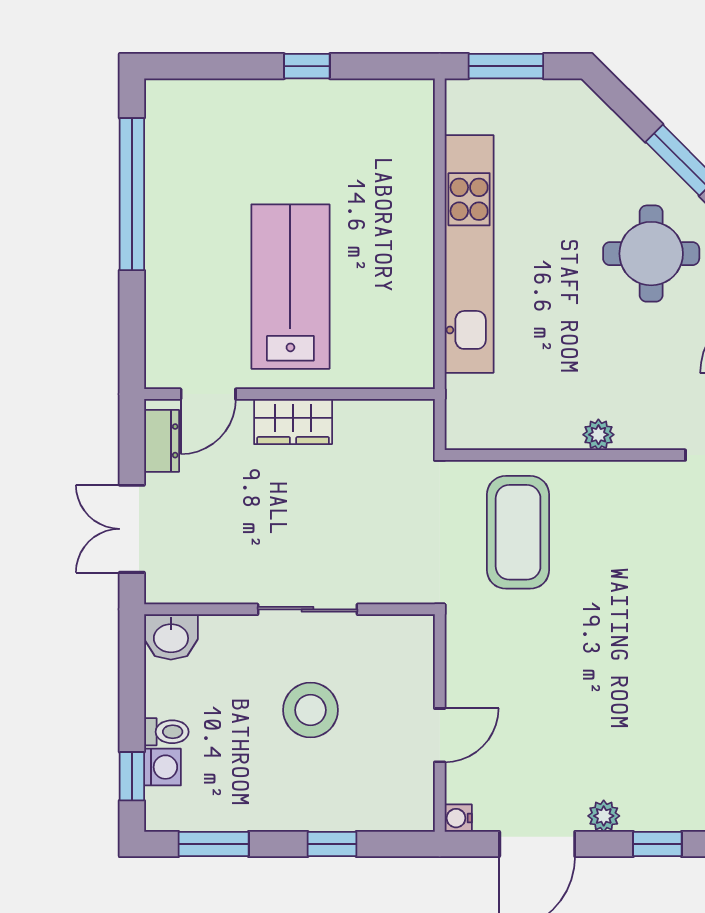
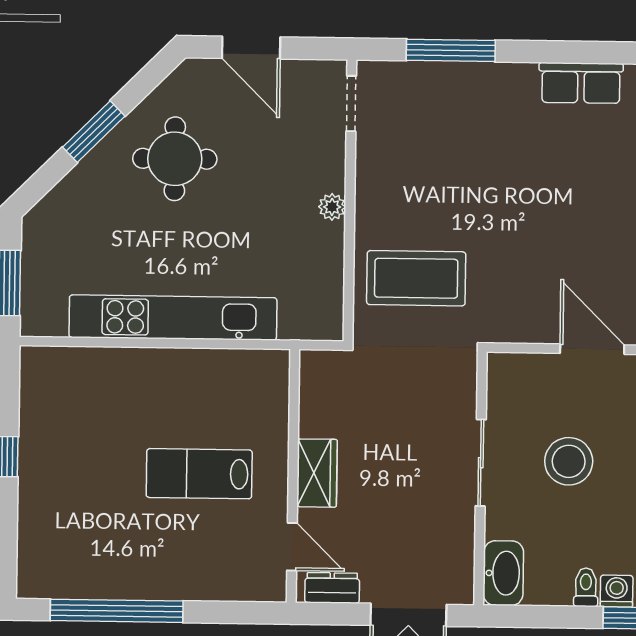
lab bench: (290, 287) -> (199, 474), width x0.73, depth x0.72
washbasin: (171, 637) -> (503, 573), width x1.38
door: (440, 735) -> (592, 349), width x1.38

